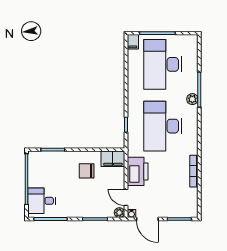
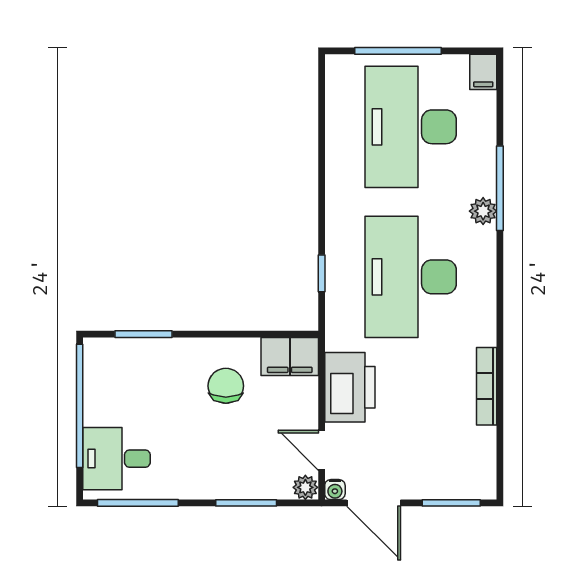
filing cabinet: (133, 42) -> (483, 72), moved
chair: (87, 171) -> (226, 386), turned 90

